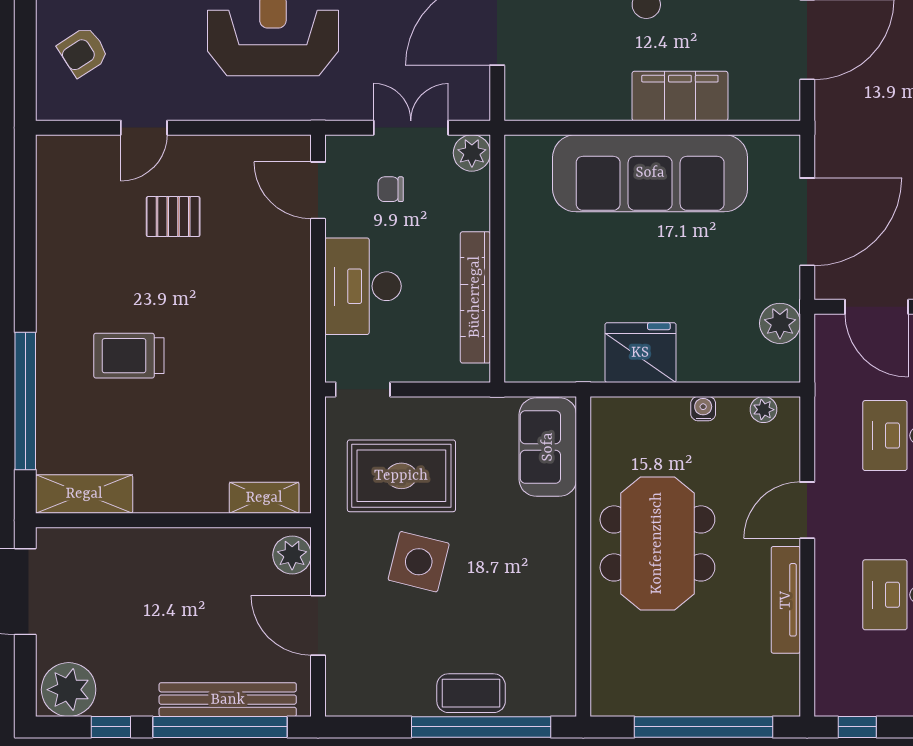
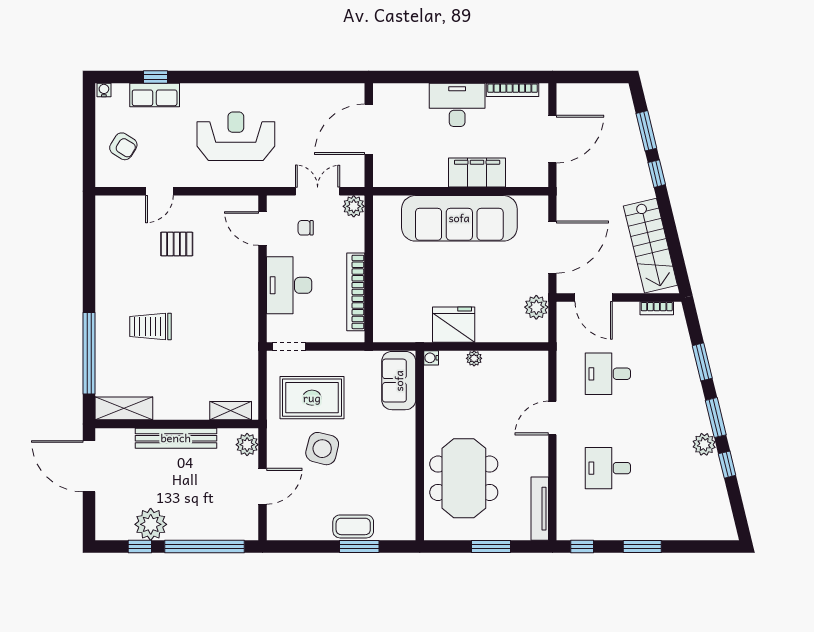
armchair: (83, 52) -> (123, 146), turned -115
water cooler: (703, 409) -> (431, 358), moved, turned -90
plant: (764, 410) -> (474, 358), moved
meeting table: (657, 543) -> (464, 478), moved
tv unit: (786, 600) -> (540, 509), moved
door: (318, 625) -> (263, 486), swing flipped
plant: (69, 690) -> (151, 524), moved
bench: (228, 700) -> (176, 438), moved
window: (481, 727) -> (359, 546), width x0.47
window: (703, 727) -> (491, 546), width x0.47

